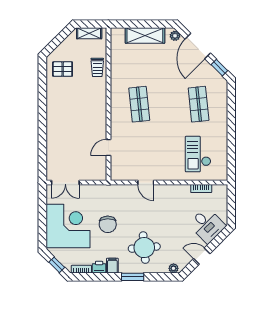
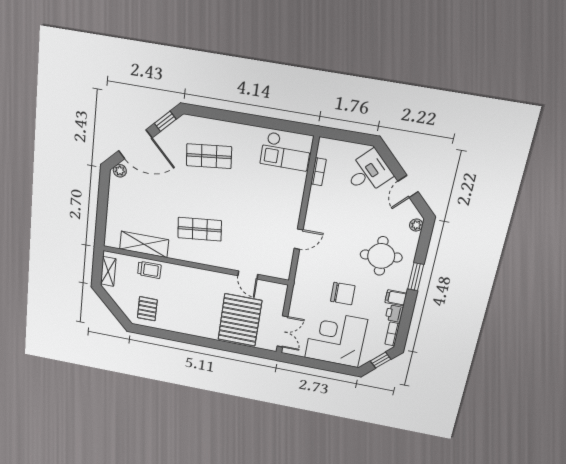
shelving: (145, 36) -> (144, 244), moved, turned 90
pallet: (68, 147) -> (240, 320), added
checkout: (198, 154) -> (286, 151), moved

